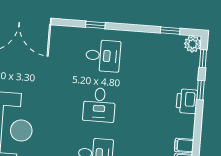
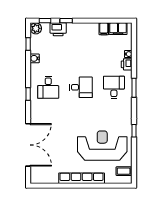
water cooler: (148, 39) -> (35, 58), added
desk: (103, 56) -> (48, 87), turned 180
printer: (187, 101) -> (58, 29), moved

